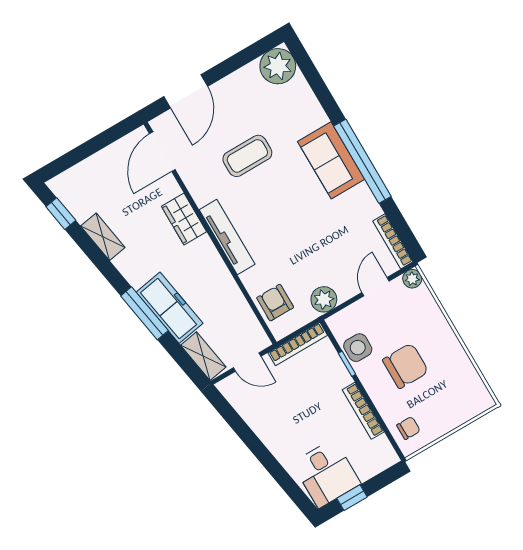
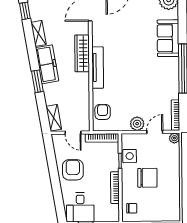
coffee table: (247, 156) -> (130, 34), removed
sofa: (331, 160) -> (168, 38), moved
wardrobe: (184, 219) -> (82, 53), width x1.50
plant: (324, 299) -> (137, 124), moved
freezer: (169, 308) -> (47, 64), moved
window: (144, 313) -> (37, 81), width x0.69
armchair: (281, 421) -> (73, 170), added

